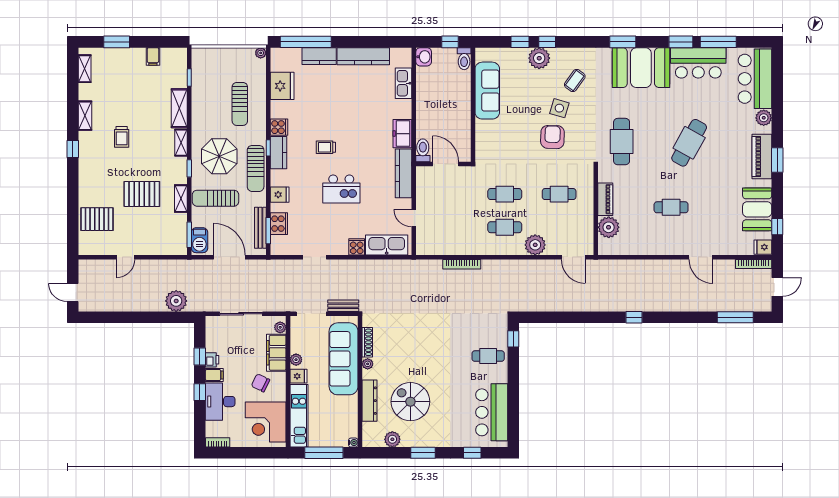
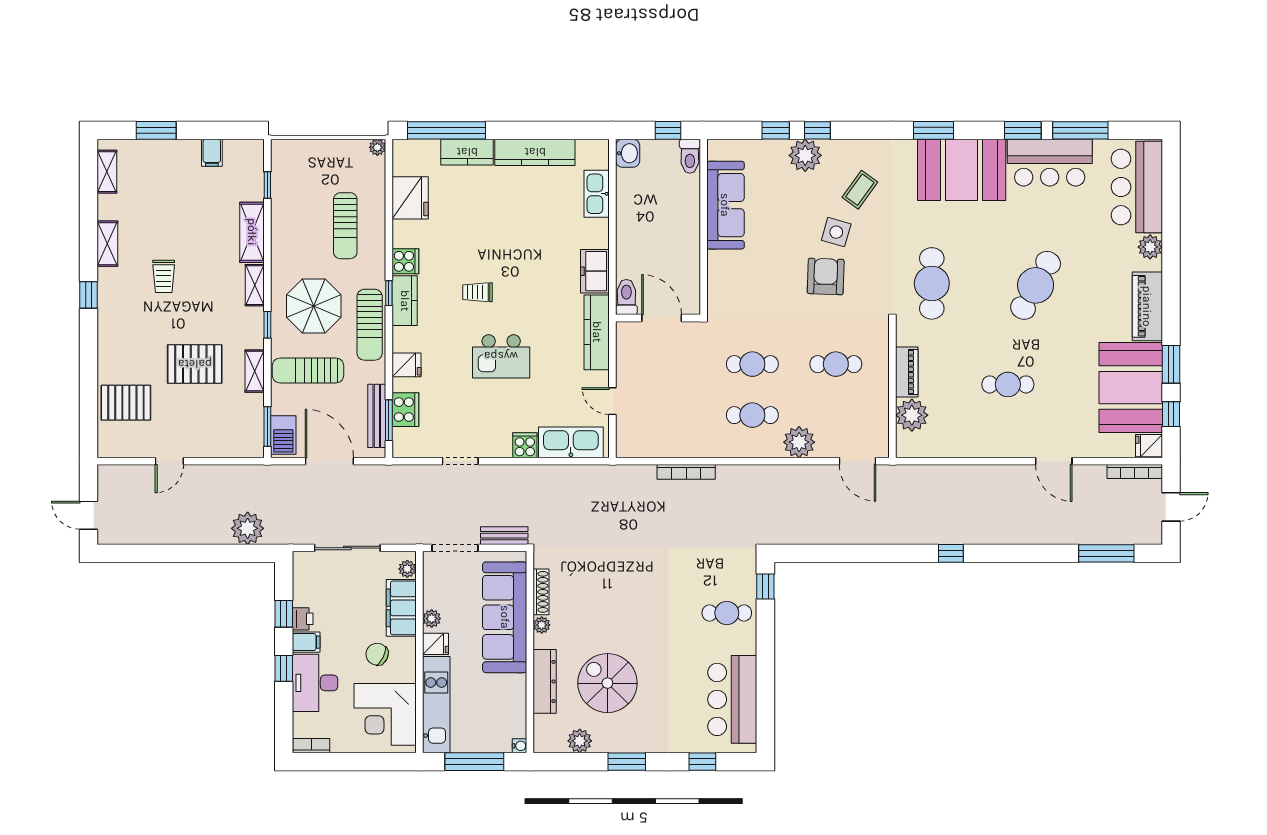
window: (777, 160) -> (1171, 364), moved
booth: (757, 209) -> (1131, 388), width x1.36, depth x1.42

